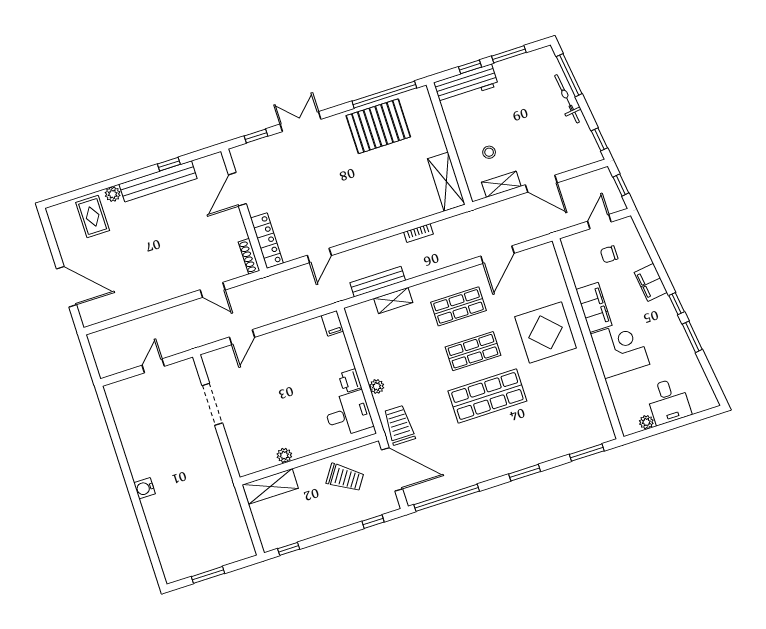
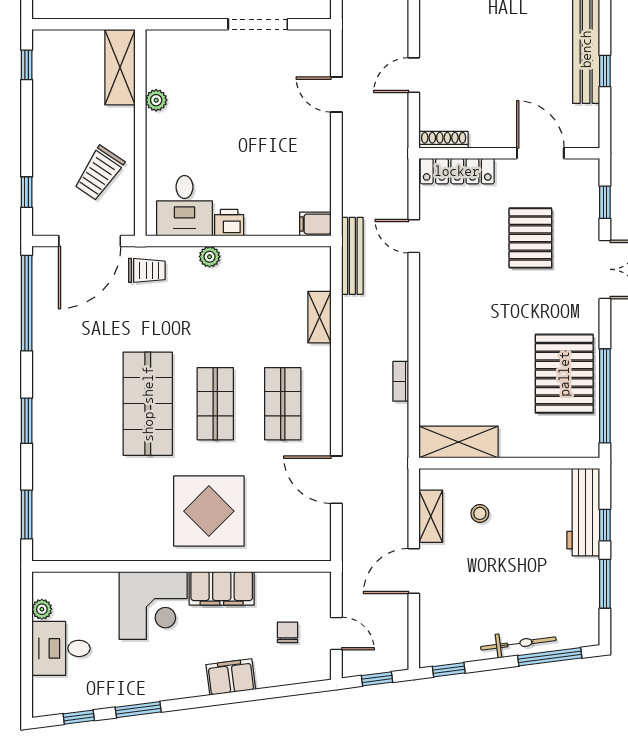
pallet: (296, 178) -> (530, 238), added
bench: (378, 282) -> (352, 256), moved
window: (677, 304) -> (79, 717), moved
trolley: (399, 425) -> (147, 270), width x0.73, depth x0.72

